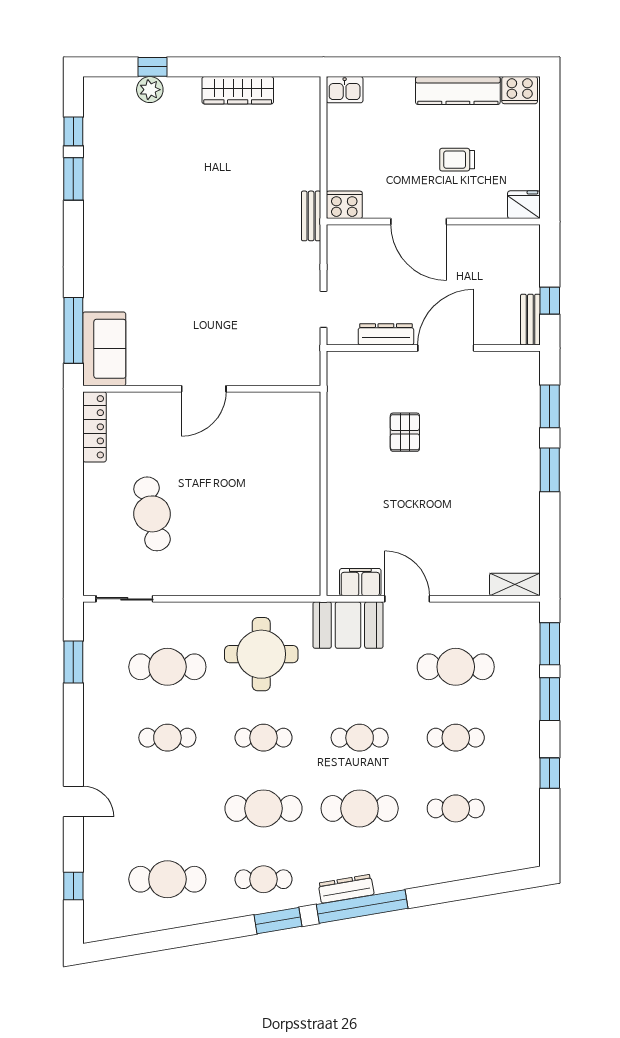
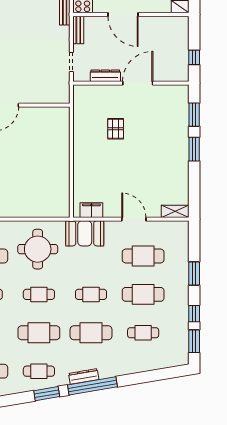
bench: (530, 320) -> (78, 30), moved
door: (407, 599) -> (134, 219), moved
window: (550, 644) -> (194, 341), moved
cafe table: (456, 738) -> (143, 294), width x1.37, depth x1.35

